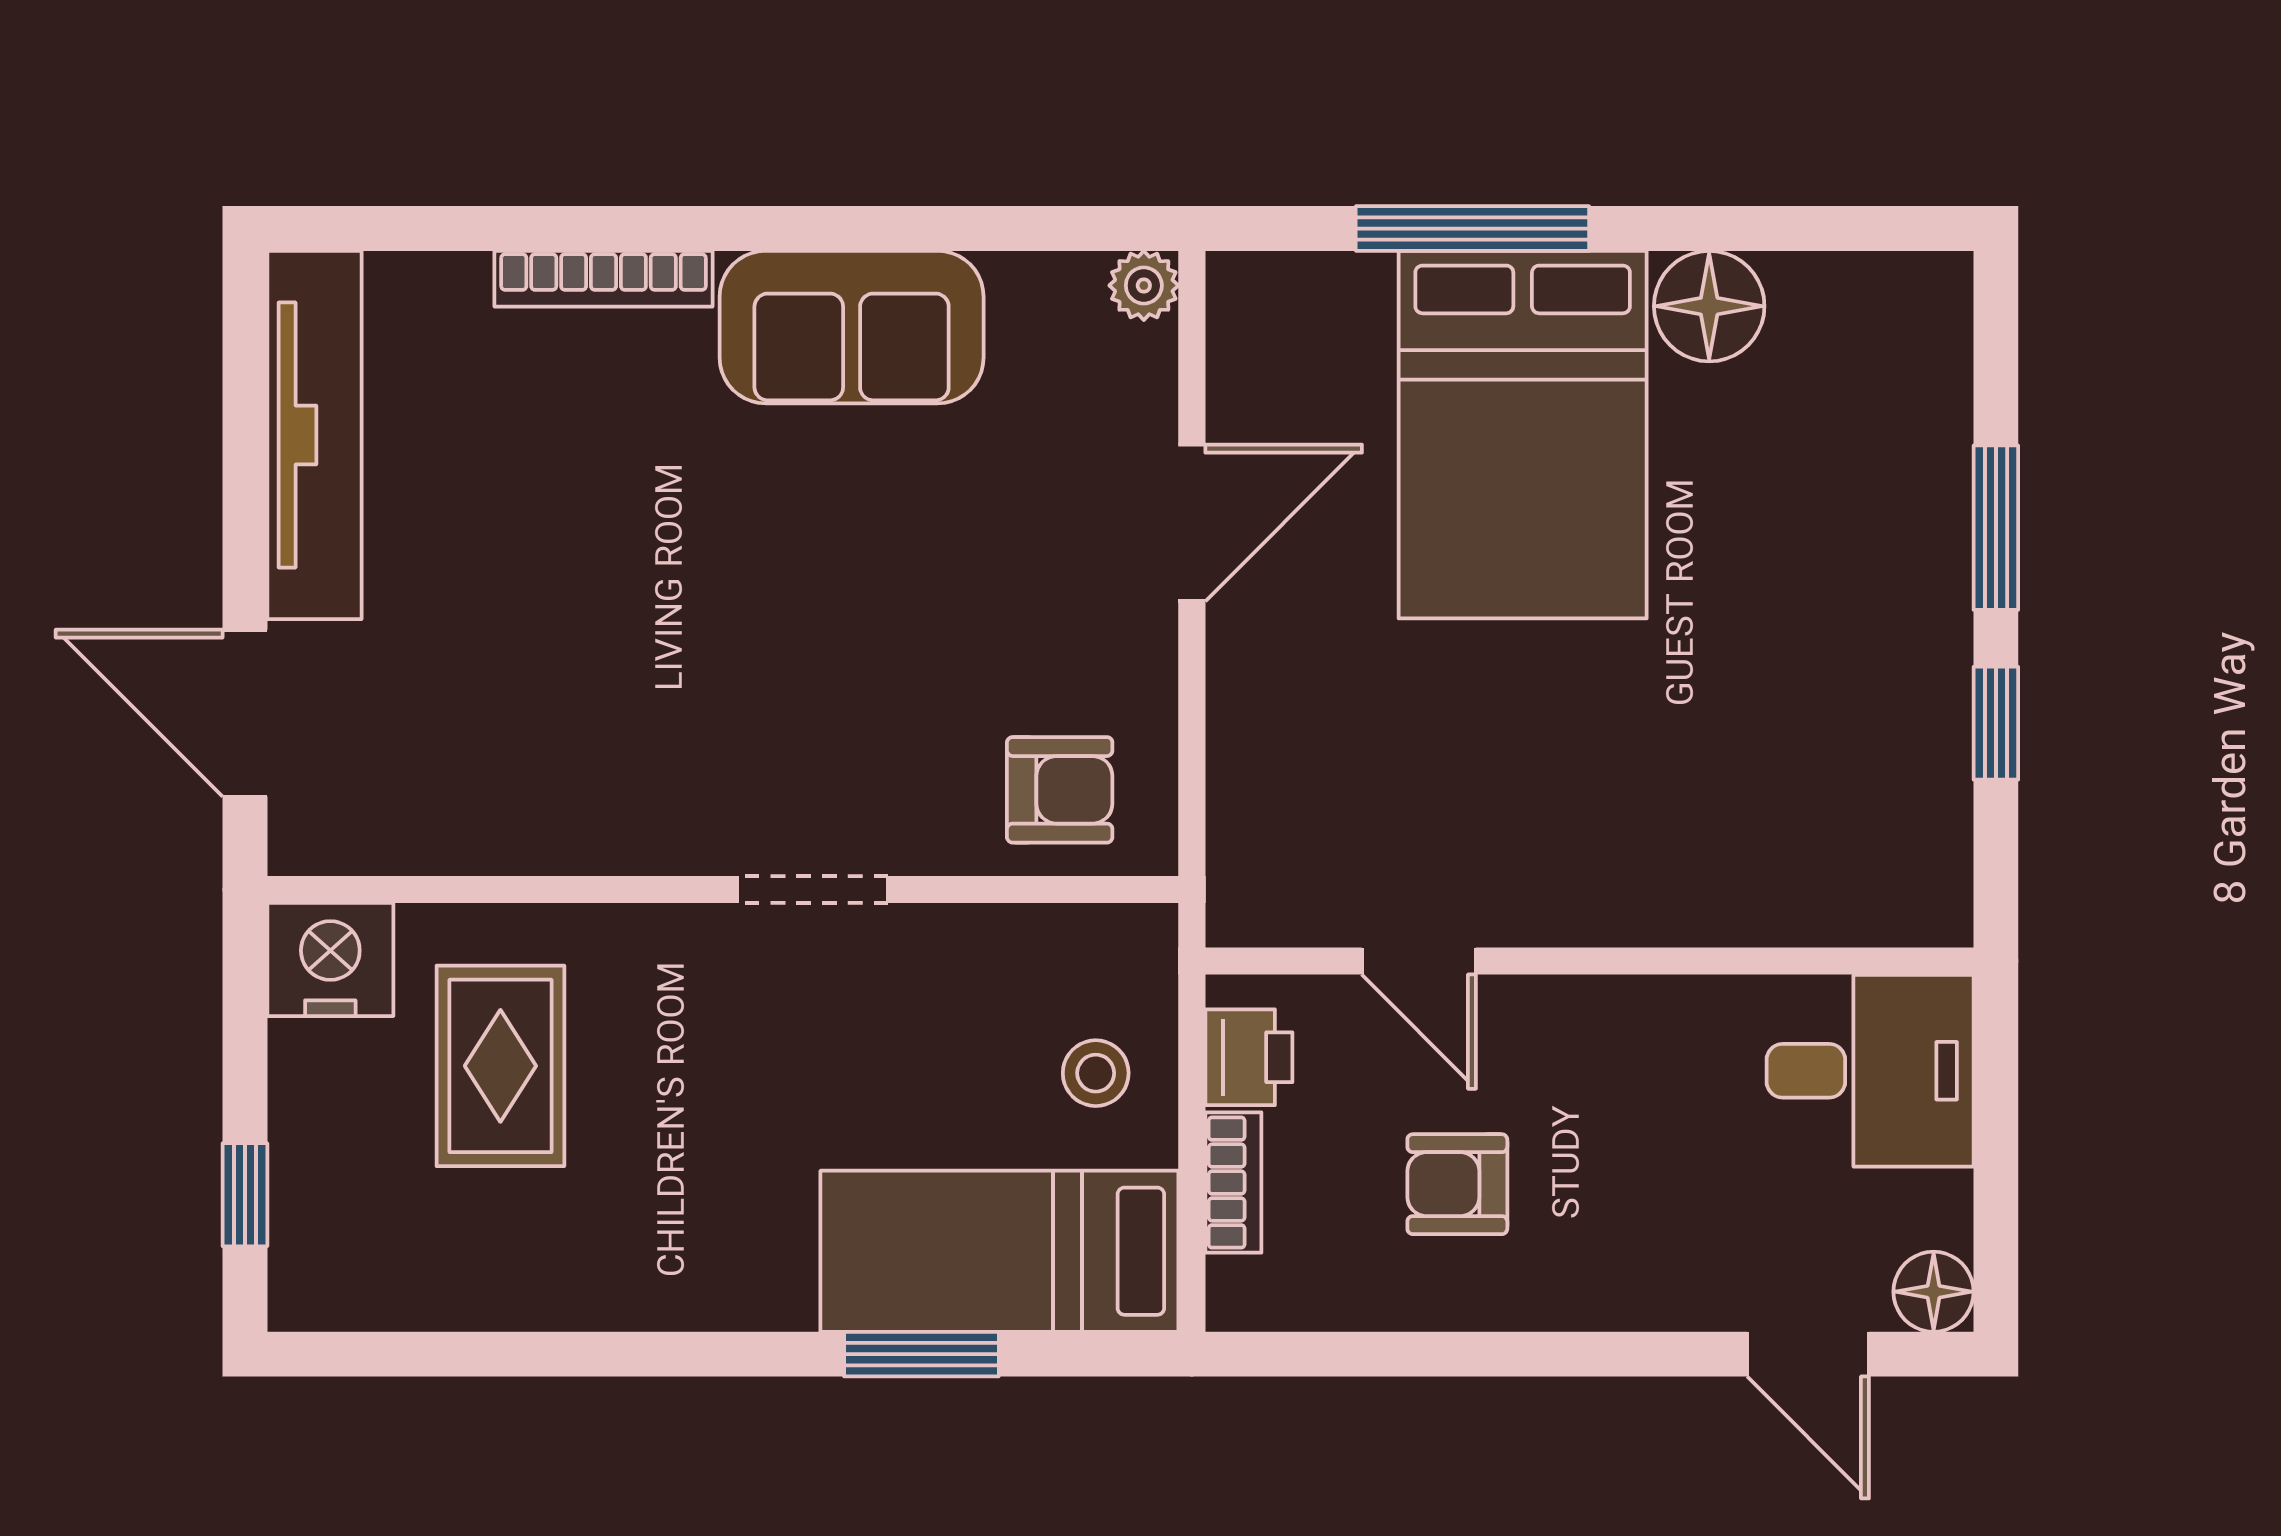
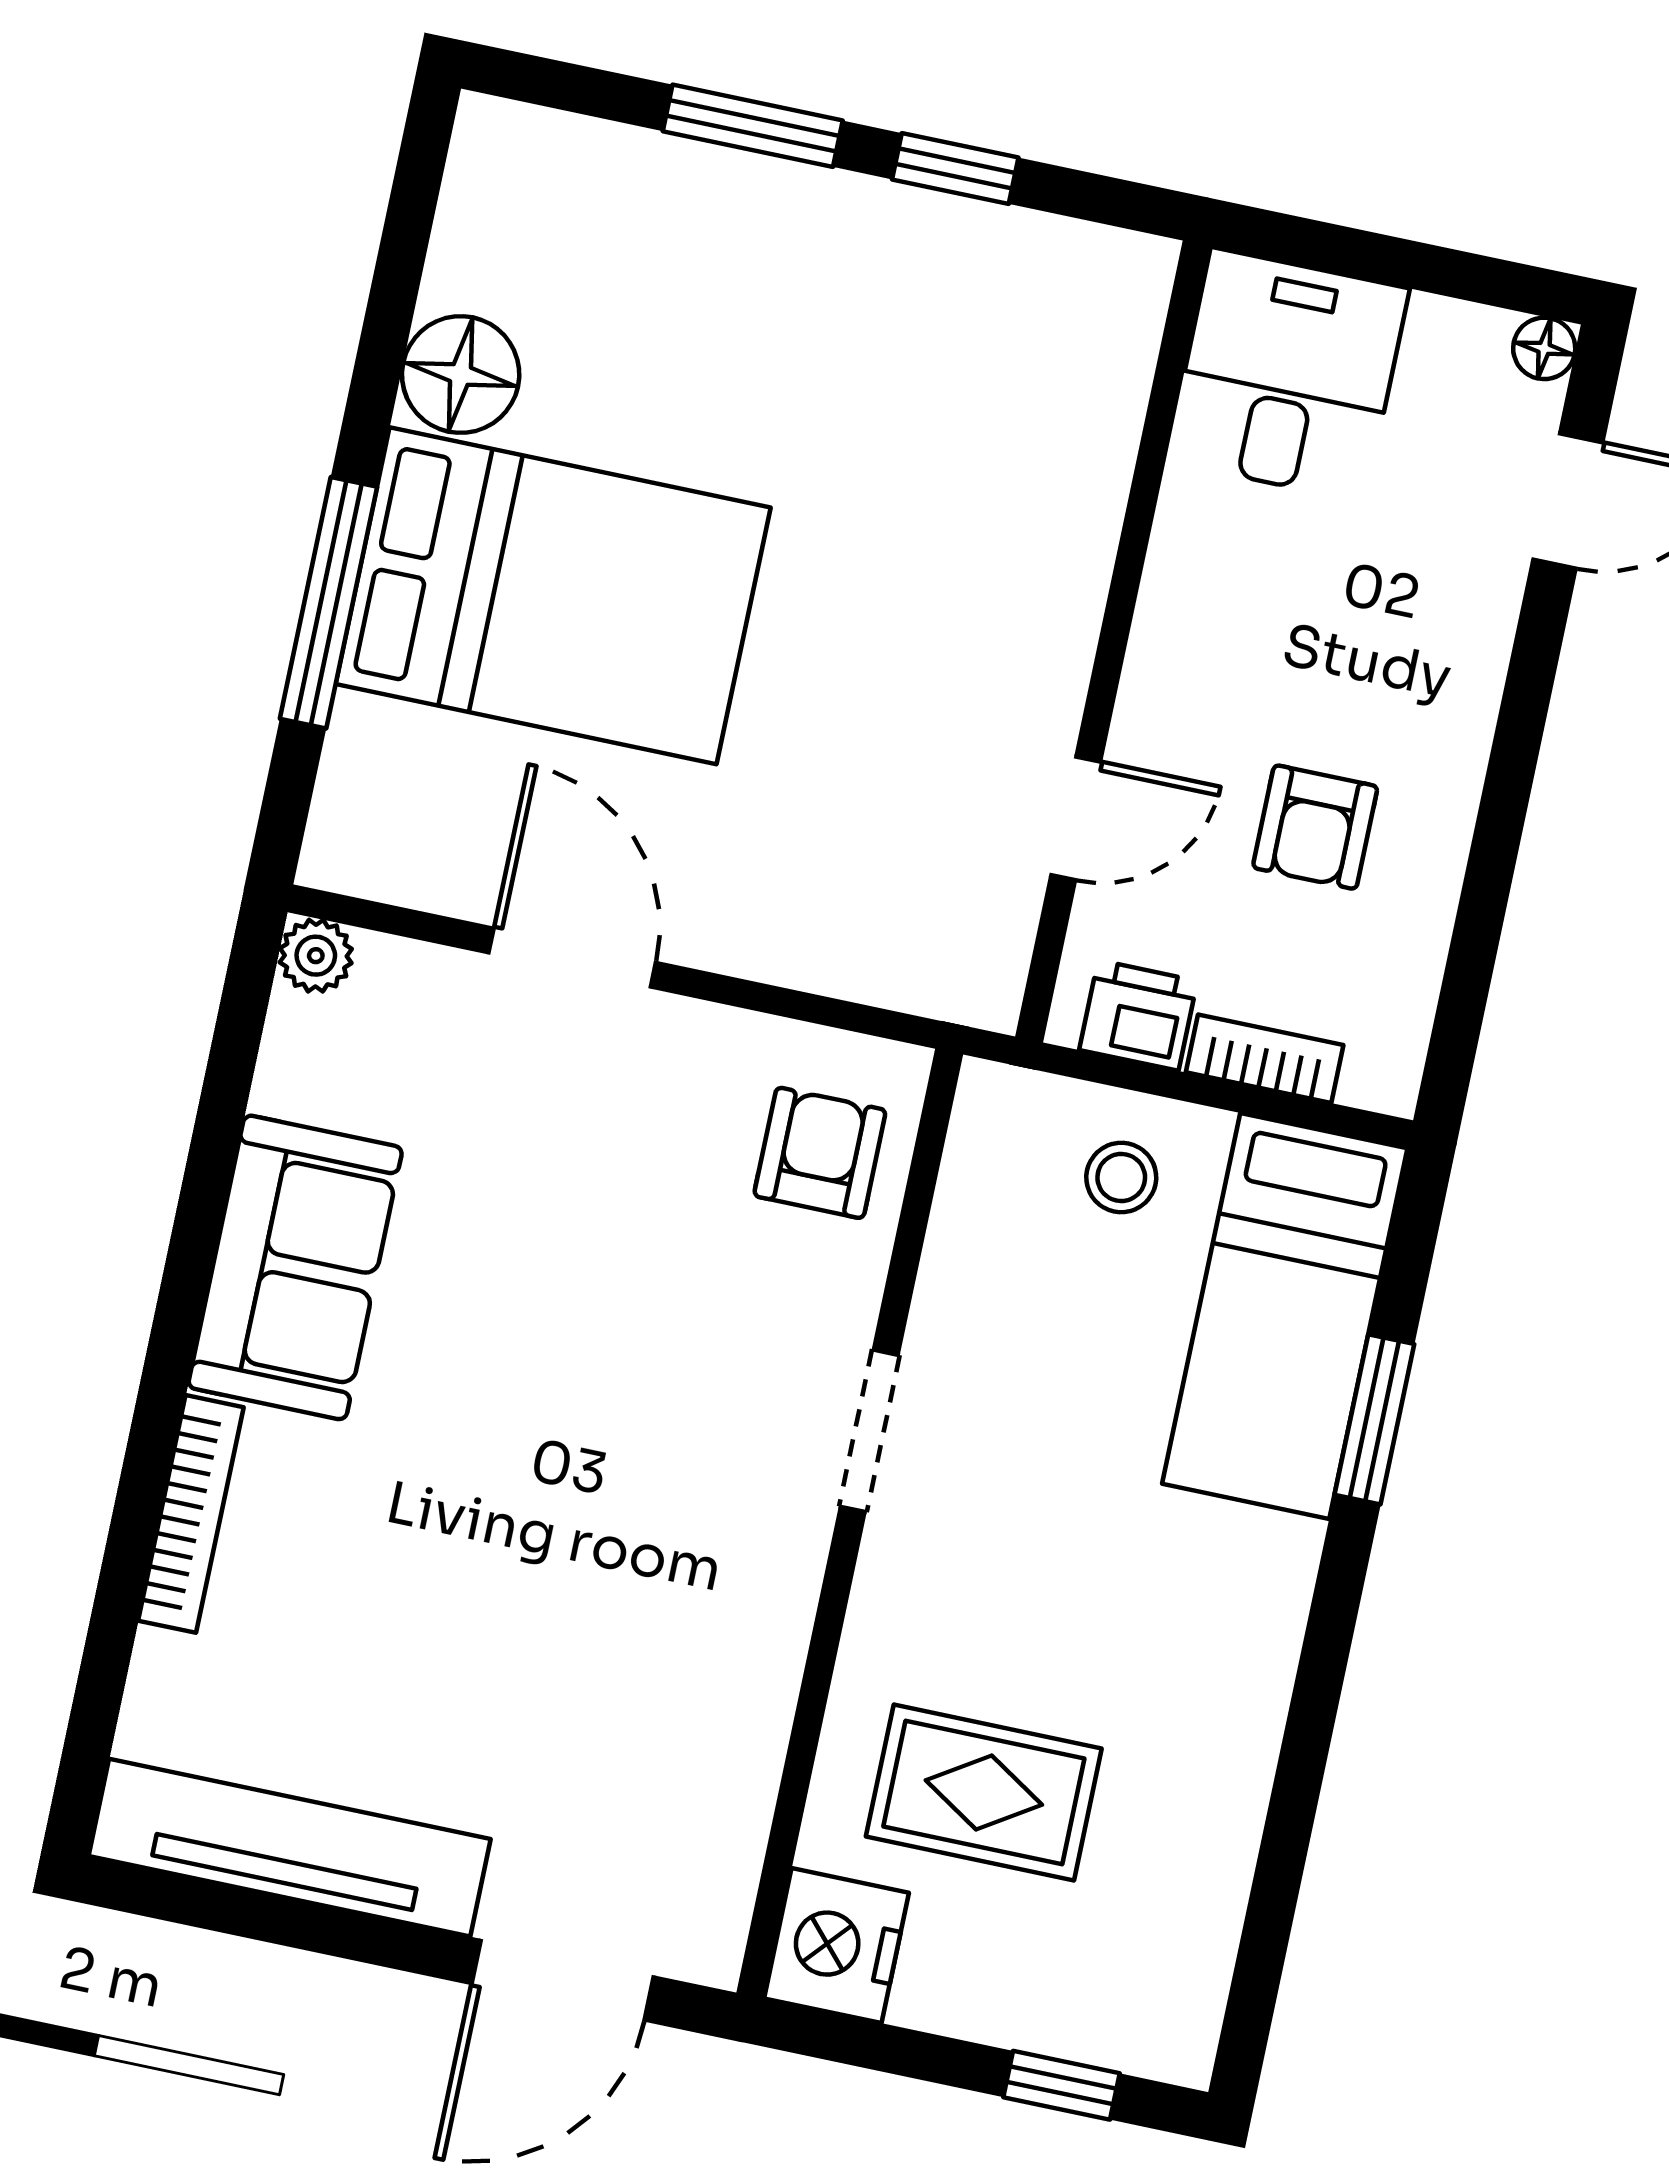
floor lamp: (1934, 1292) -> (1544, 348), width x0.73, depth x0.73

